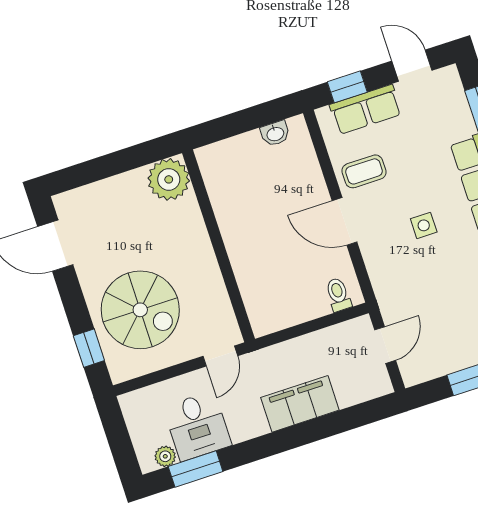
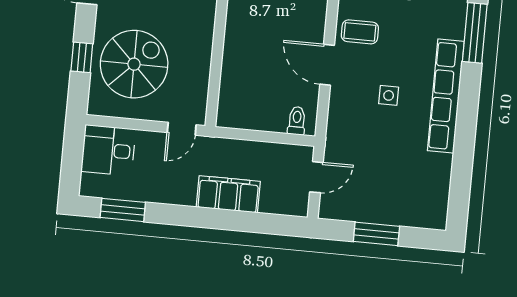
spiral stairs: (140, 310) -> (134, 64), turned -90
window: (89, 348) -> (82, 57), moved
desk: (197, 426) -> (108, 150), moved, turned 90
plant: (165, 456) -> (103, 189), removed

